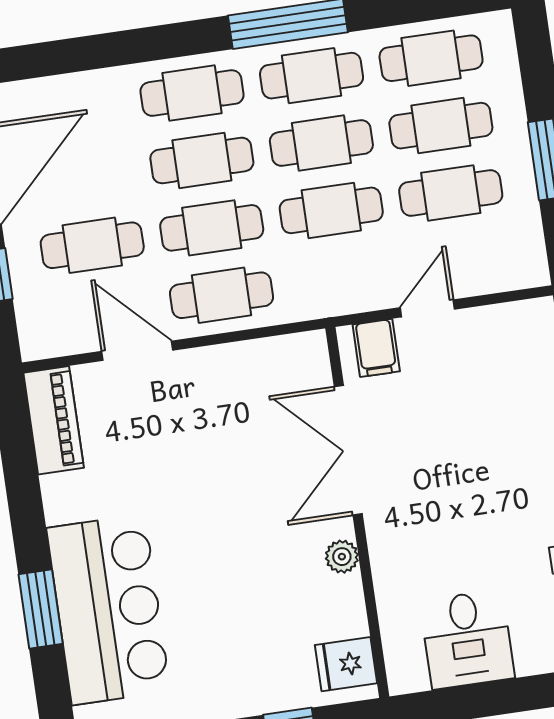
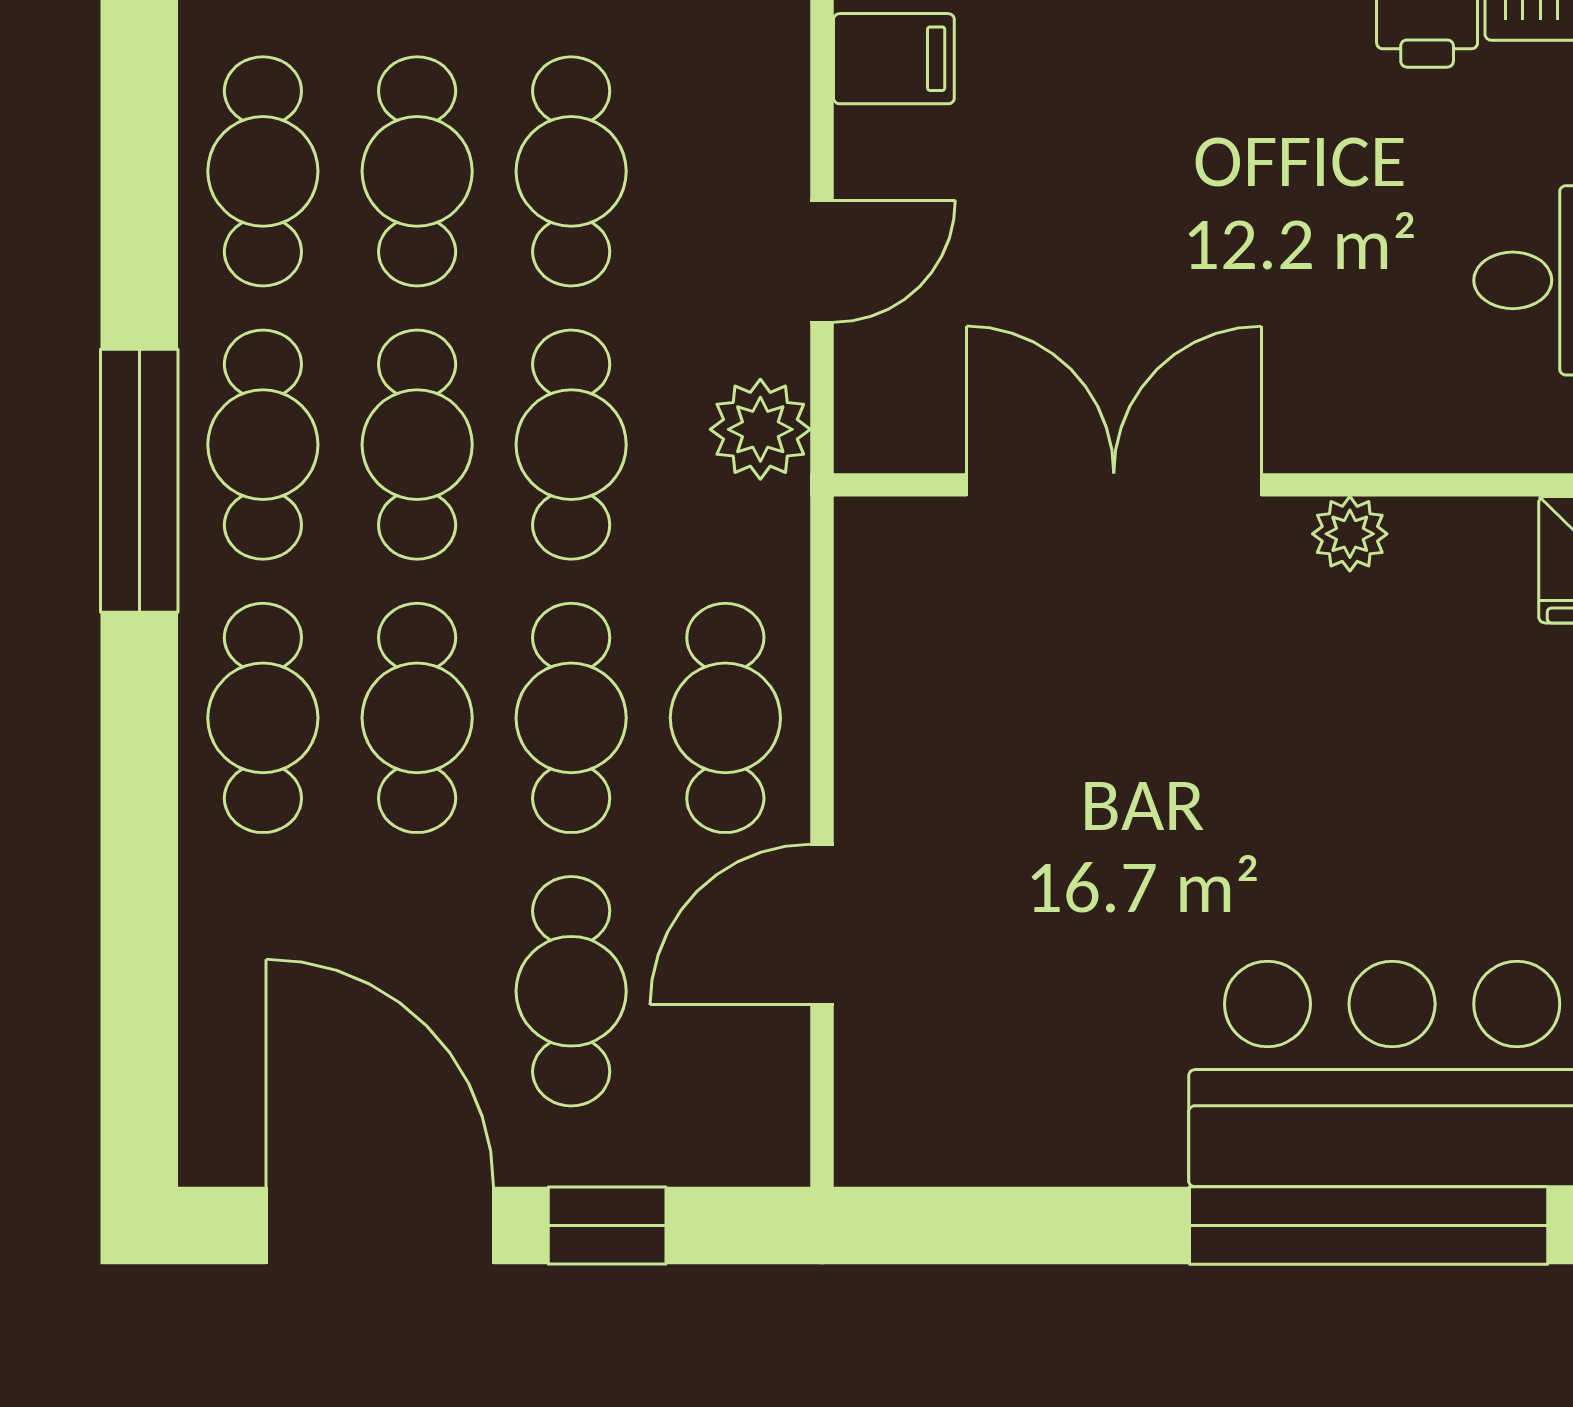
plant: (350, 292) -> (760, 429), added
door: (427, 308) -> (822, 261), swing flipped
filing cabinet: (376, 348) -> (894, 59), moved
piano: (54, 420) -> (950, 1135), removed
double door: (348, 450) -> (1114, 485), swing flipped
window: (41, 609) -> (1369, 1225), width x2.11

